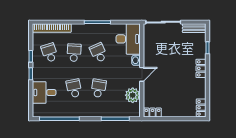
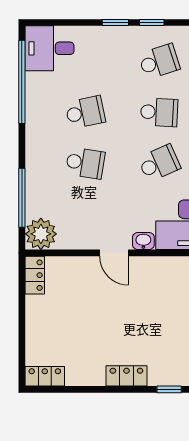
desk: (44, 92) -> (50, 48), moved, turned -90
plant: (133, 95) -> (41, 234), moved

